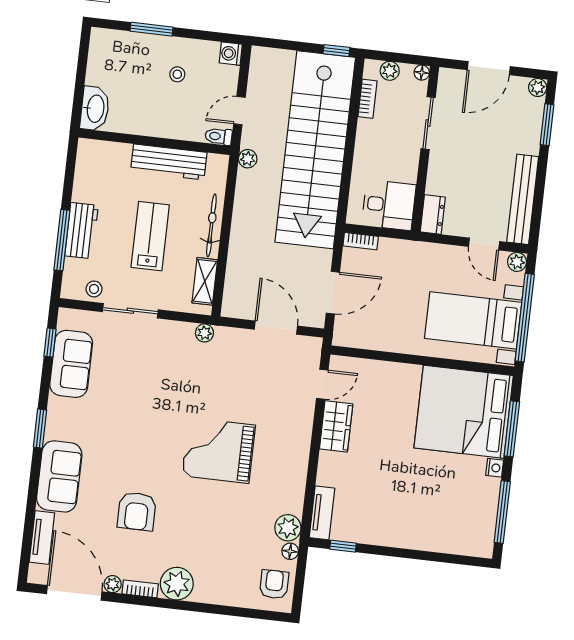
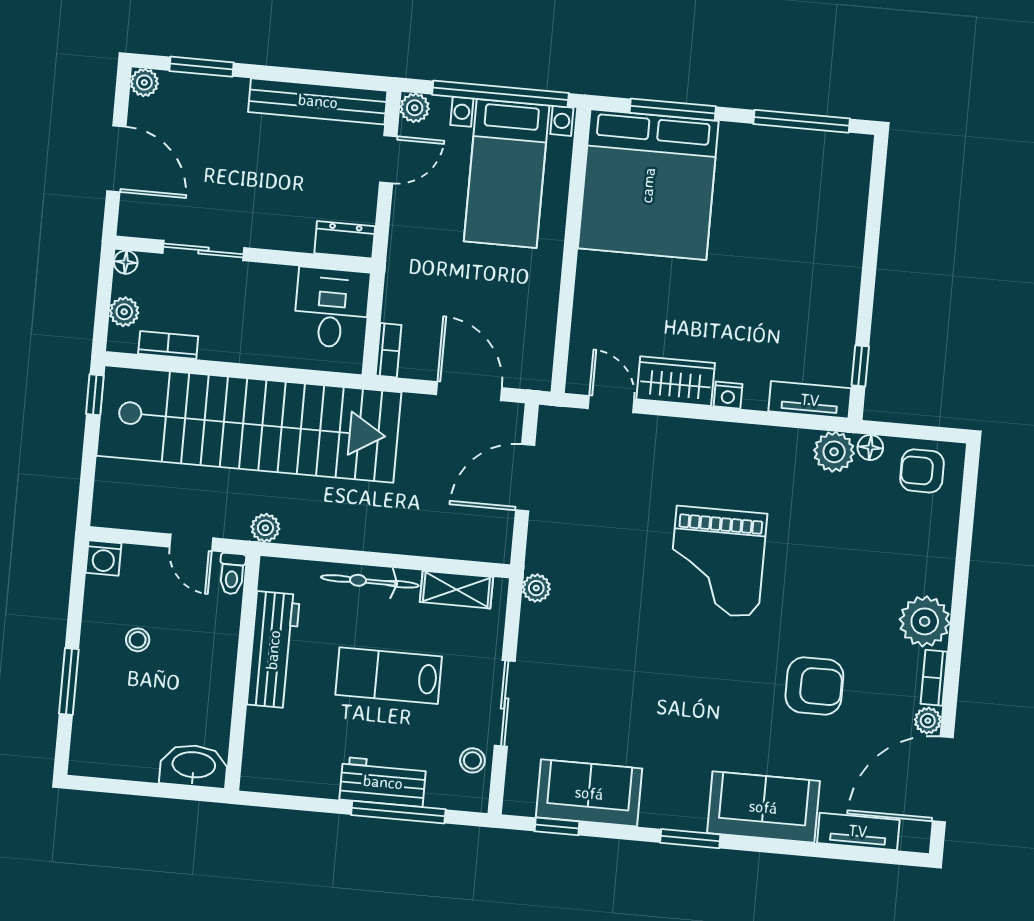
nightstand: (495, 468) -> (728, 395), moved, turned 180

